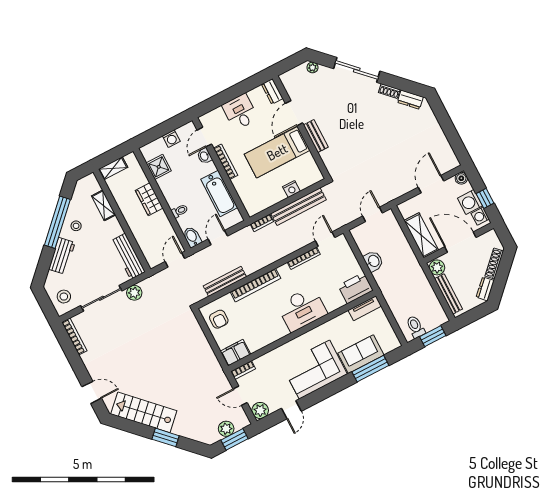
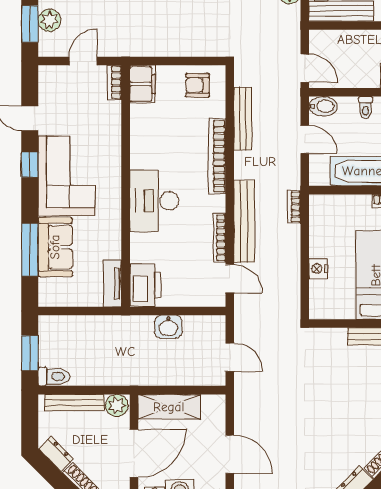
bench: (299, 207) -> (244, 221), moved
toilet: (416, 327) -> (54, 376), moved
window: (319, 395) -> (30, 165), added
plant: (260, 410) -> (50, 77), removed

